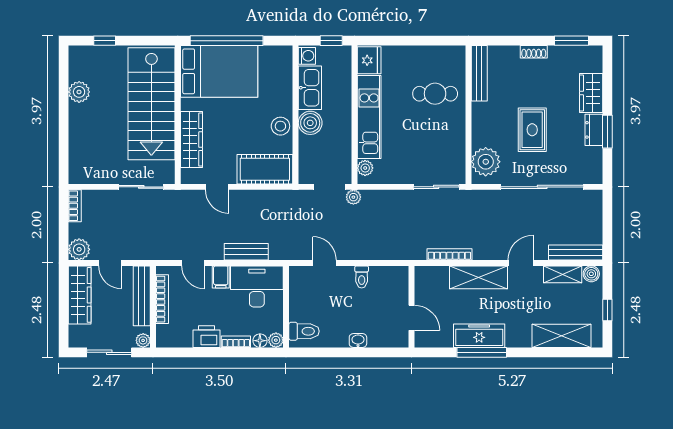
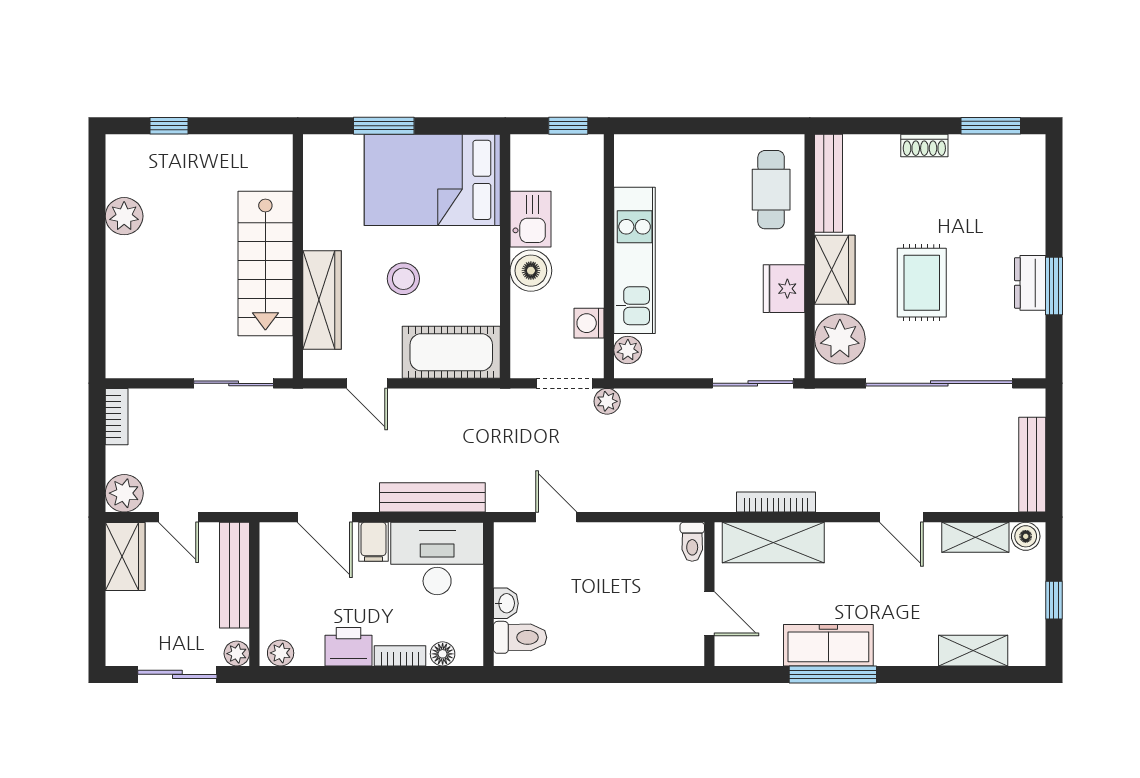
window: (227, 41) -> (384, 126), width x0.47
washing machine: (307, 56) -> (589, 323), moved, turned 180
fridge: (369, 60) -> (784, 289), moved, turned 180
bed: (219, 71) -> (432, 180), moved, turned 180
kitchen sink: (310, 88) -> (531, 219), width x0.73
wardrobe: (591, 93) -> (835, 270), moved, turned 180
cafe table: (435, 94) -> (771, 190), moved, turned 90
stairs: (151, 104) -> (265, 263), width x0.73, depth x0.66
stool: (280, 126) -> (403, 279), moved
bench: (246, 252) -> (432, 497), width x1.36
bench: (576, 253) -> (1032, 465), moved, turned 90
door: (193, 263) -> (325, 517), width x1.38
door: (521, 263) -> (901, 517), swing flipped
toilet: (362, 277) -> (692, 542), moved
shelving: (479, 277) -> (773, 543), moved
wardrobe: (80, 295) -> (125, 556), width x0.67
bookcase: (162, 299) -> (270, 581), removed
shelving: (561, 336) -> (973, 651), width x0.67, depth x0.75
plant: (276, 340) -> (281, 653), moved
washbasin: (358, 341) -> (506, 603), moved, turned 90

